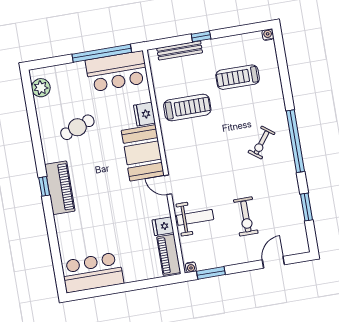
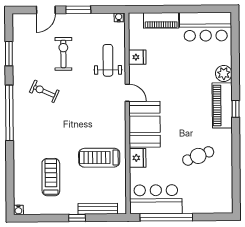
treadmill: (238, 77) -> (51, 177), turned -90
plant: (41, 88) -> (224, 73), moved
exercise bike: (261, 143) -> (44, 91), moved, turned -103
weight bench: (195, 217) -> (108, 60), turned 90
piano: (169, 255) -> (161, 20), moved, turned 90
window: (211, 273) -> (78, 10), moved

